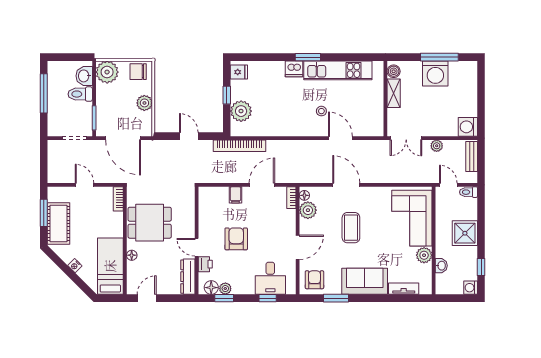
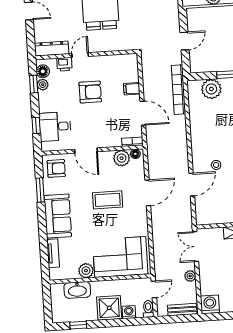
washbasin: (441, 266) -> (77, 290), width x1.91, depth x1.45
washing machine: (471, 288) -> (129, 312), moved

